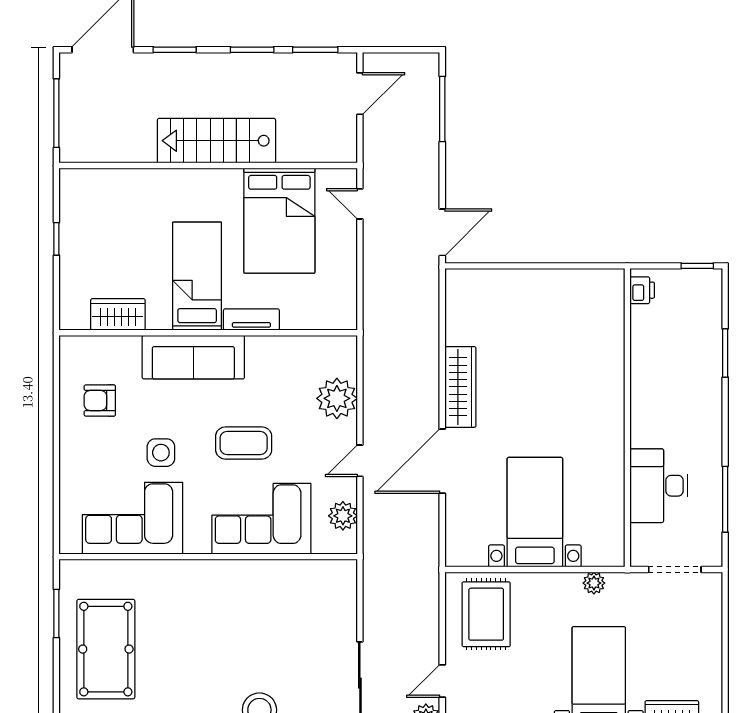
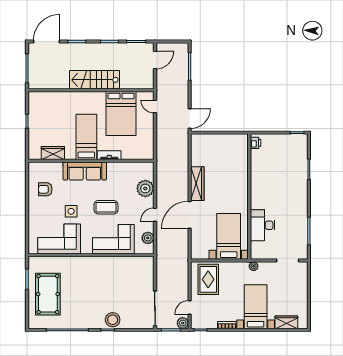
printer: (642, 290) -> (255, 143), moved
wall: (627, 418) -> (249, 197), moved
desk: (659, 486) -> (263, 225), moved

